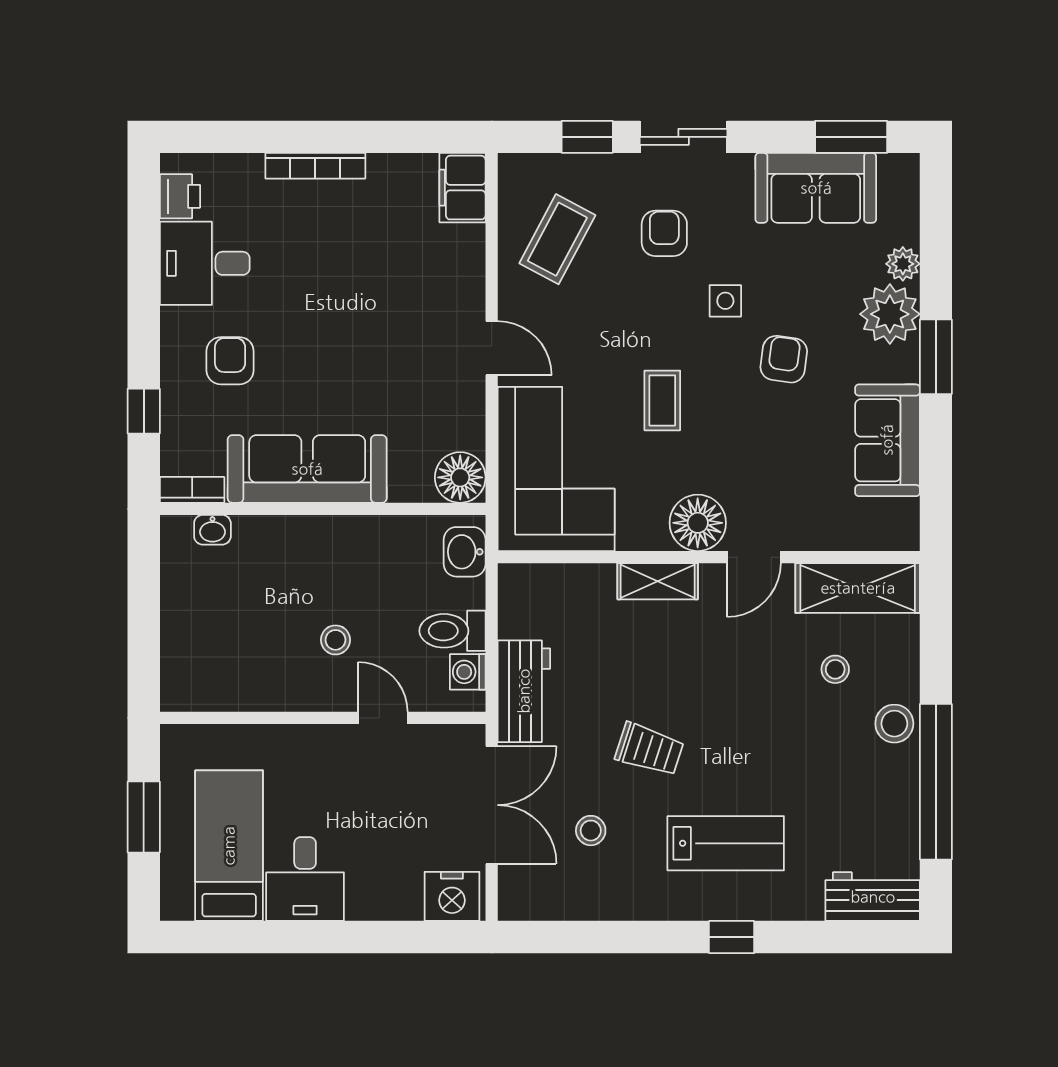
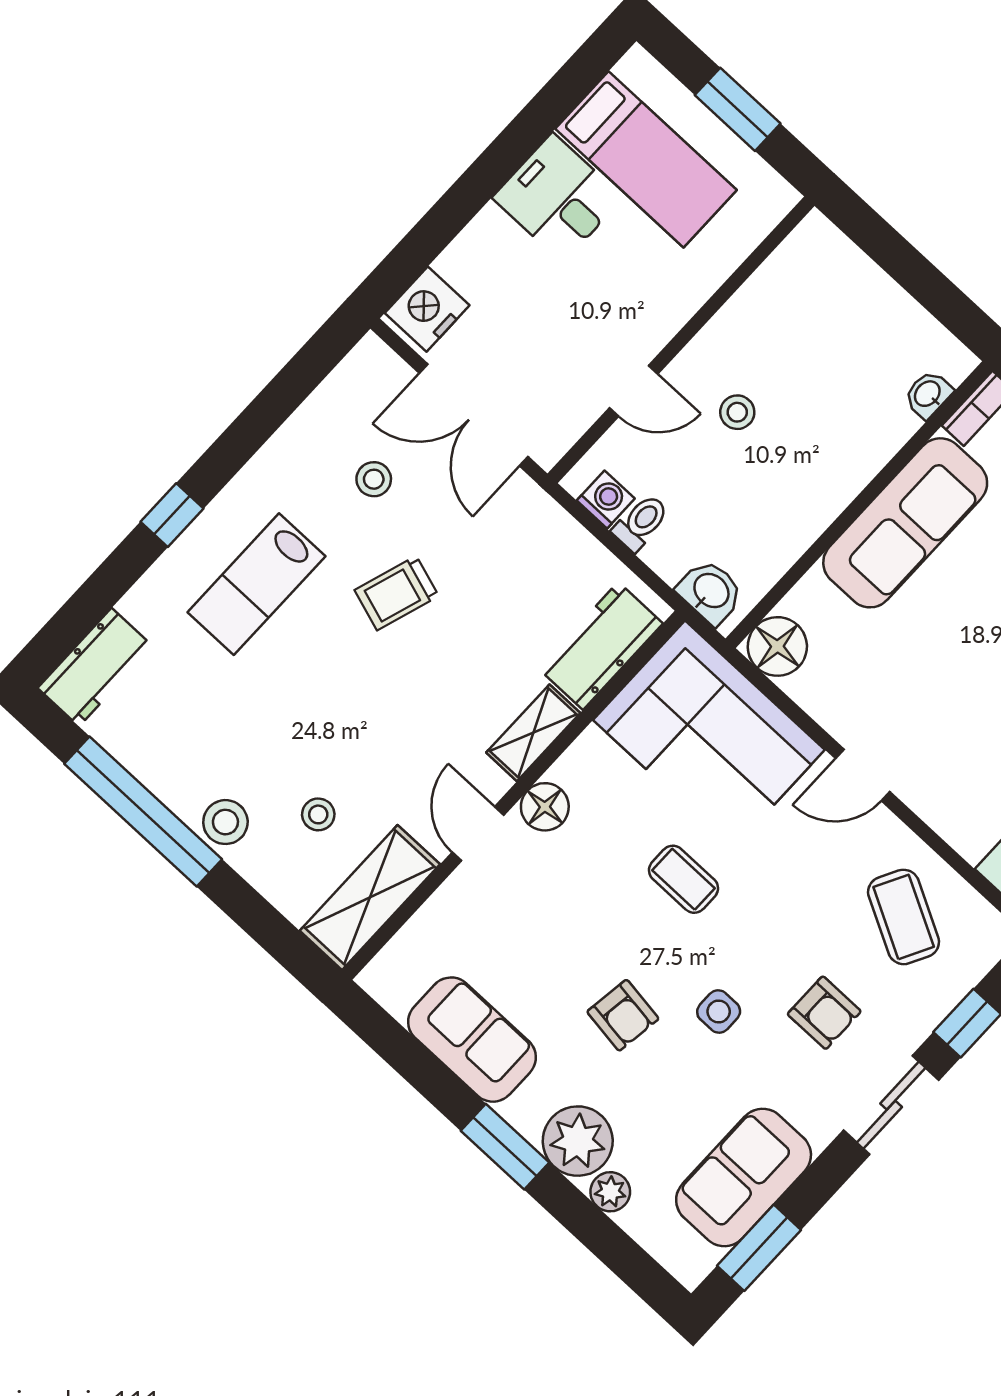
floor lamp: (698, 523) -> (545, 807), width x0.73, depth x0.73
toilet: (452, 631) -> (641, 523), width x0.73, depth x0.72
workbench: (524, 691) -> (601, 646), moved, turned 90

